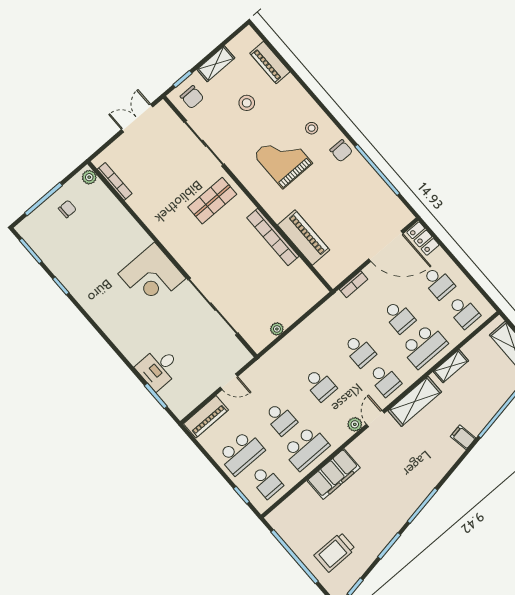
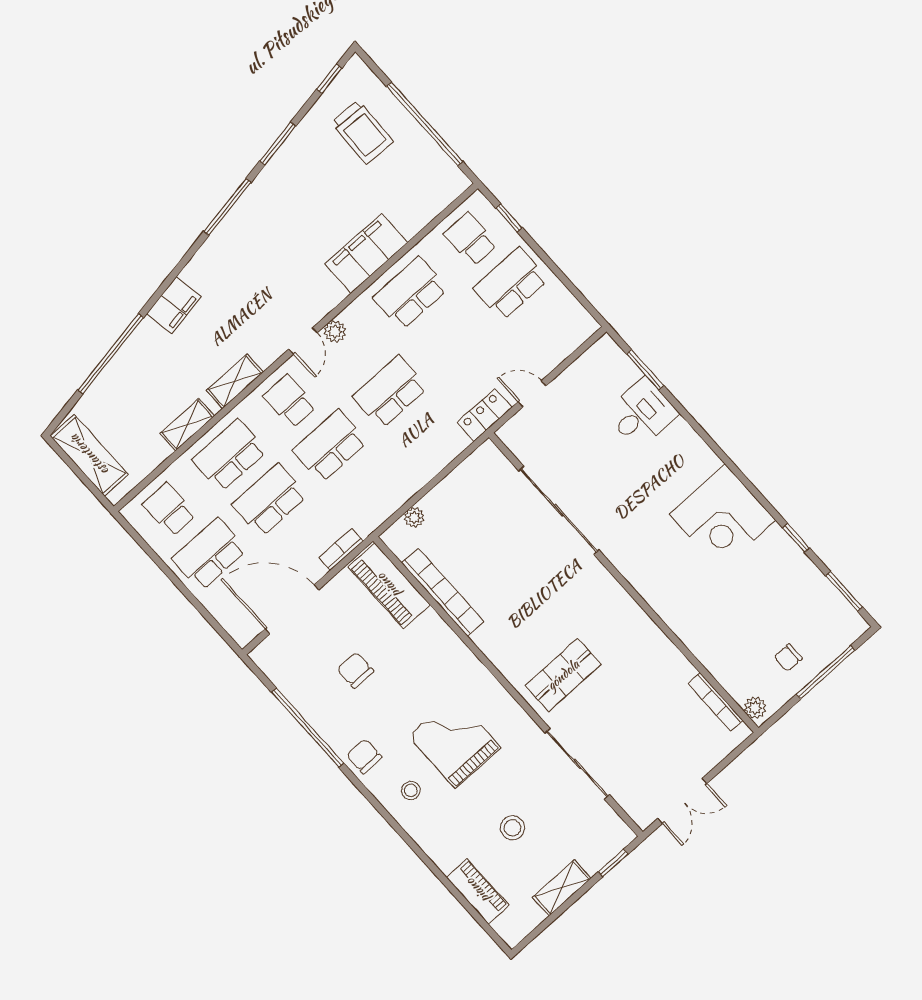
chair: (192, 97) -> (355, 670), moved
grand piano: (283, 159) -> (455, 742), turned 180
bookcase: (273, 237) -> (443, 592), moved
piano: (304, 238) -> (389, 586), moved
locker: (423, 239) -> (484, 415), moved, turned -90
corner desk: (152, 276) -> (722, 517), moved, turned 180
school desk: (438, 283) -> (209, 554), width x1.85
school desk: (399, 317) -> (270, 500), width x1.85
plant: (277, 329) -> (414, 517), moved
school desk: (359, 351) -> (330, 446), width x1.85
school desk: (320, 385) -> (390, 392), width x1.85
shelving: (415, 401) -> (235, 381), width x0.67, depth x0.75
piano: (206, 417) -> (566, 339), removed
school desk: (281, 419) -> (450, 338), removed
filing cabinet: (463, 437) -> (174, 305), width x2.00
trolley: (335, 552) -> (362, 132), turned 92

